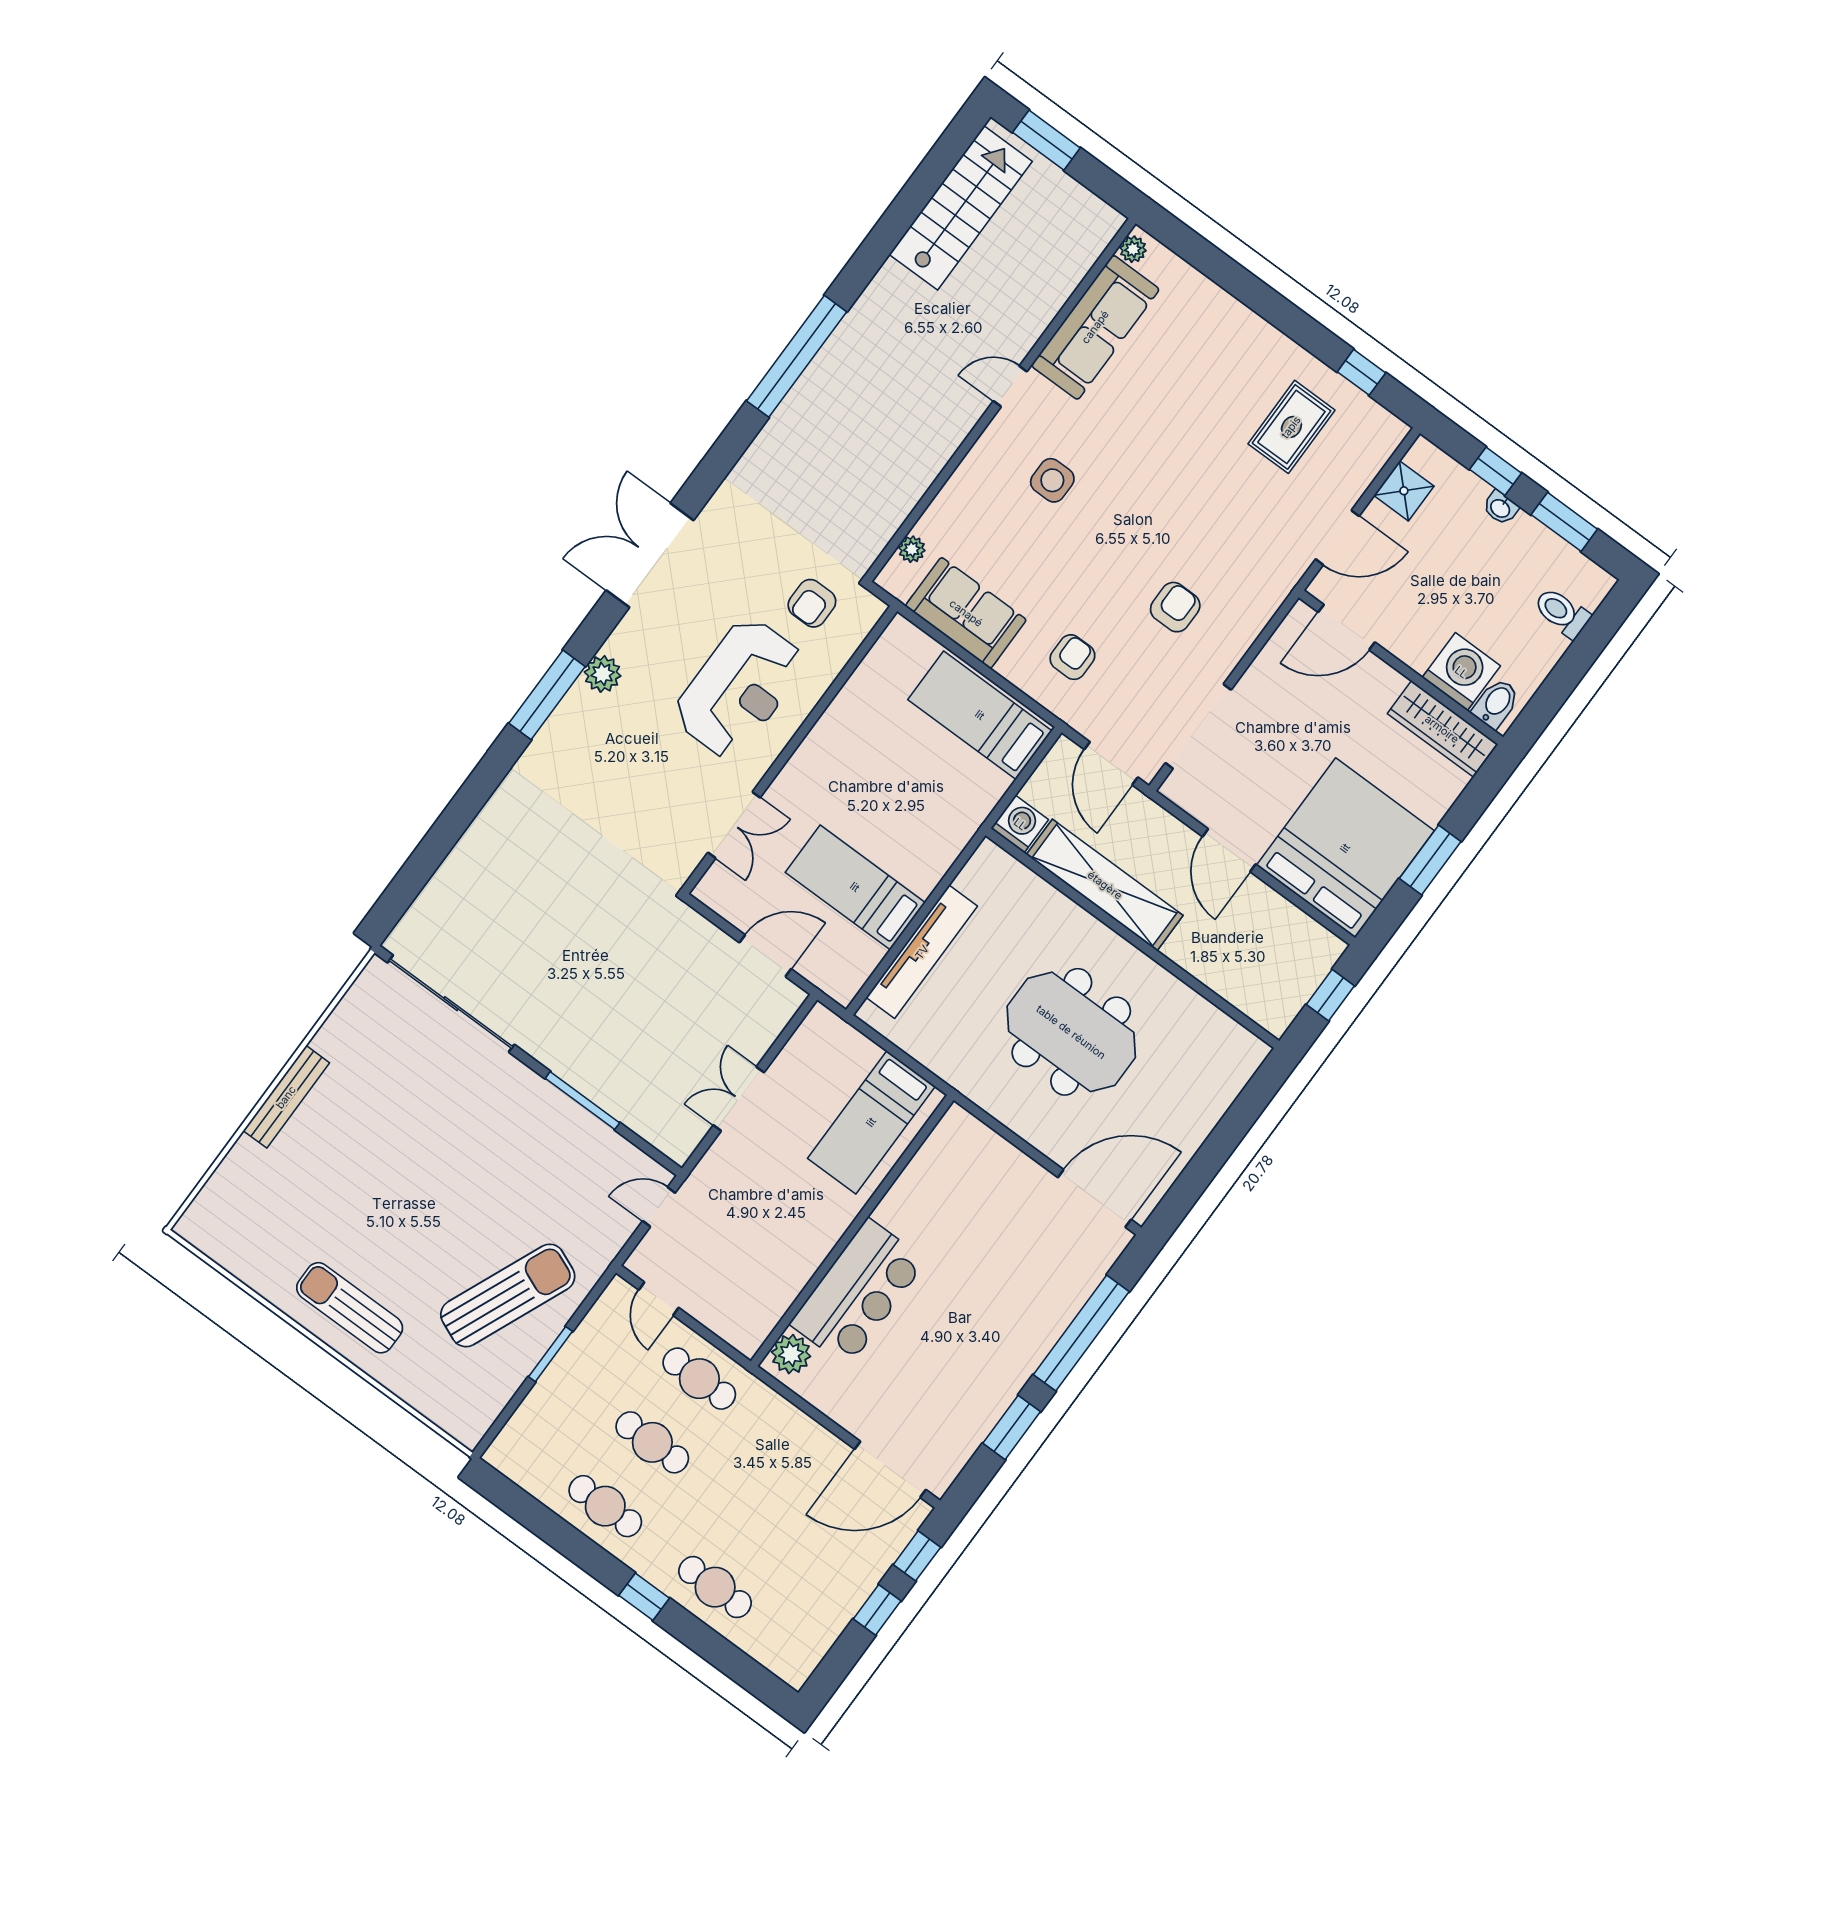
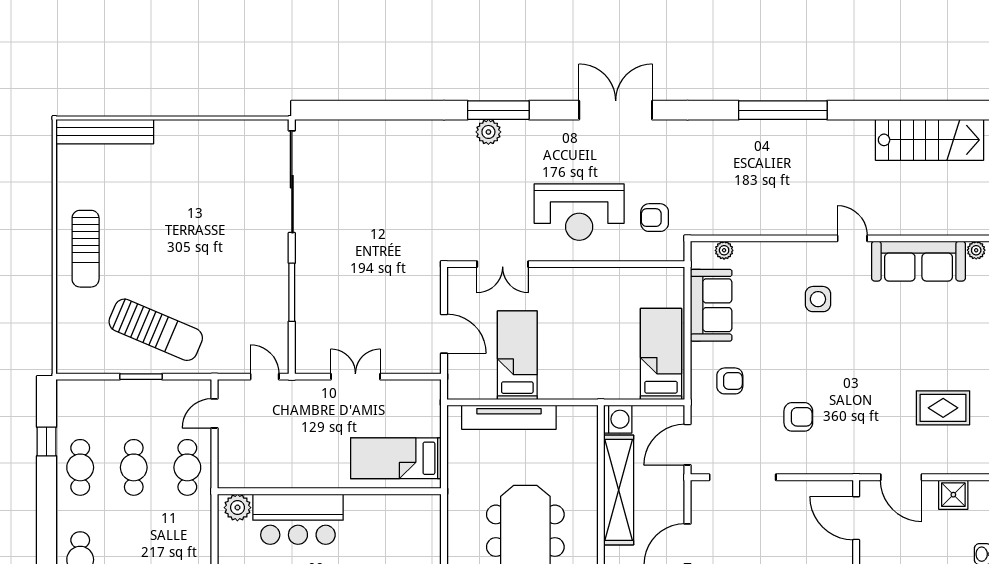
plant: (603, 674) -> (488, 132), moved
bench: (286, 1097) -> (105, 132), moved, width x1.37, depth x1.21
sun lounger: (350, 1308) -> (86, 249), turned 180
window: (644, 1597) -> (46, 442), moved

